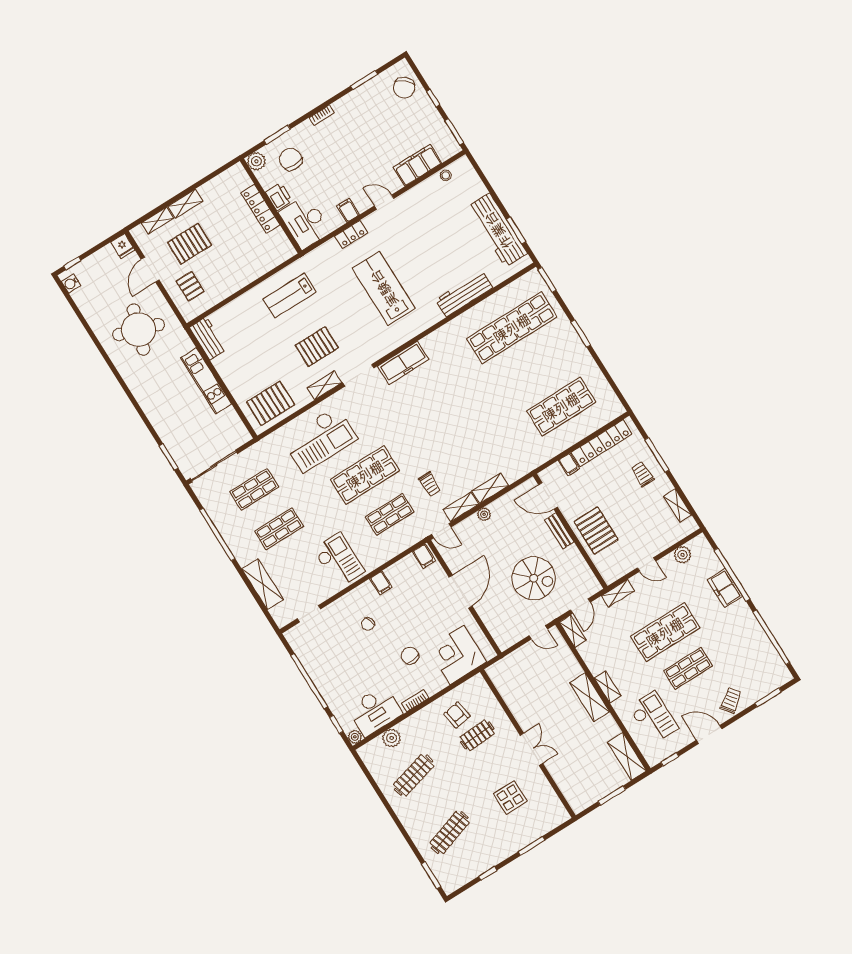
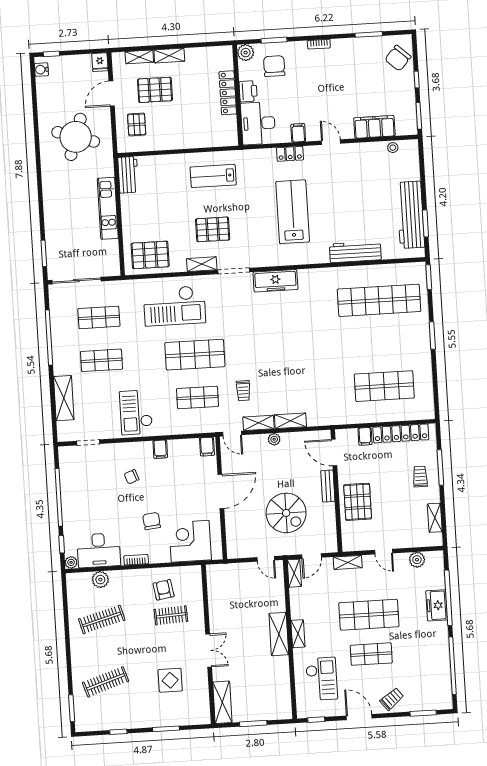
checkout: (339, 560) -> (136, 412), turned 180
shelving: (627, 756) -> (222, 702), moved

